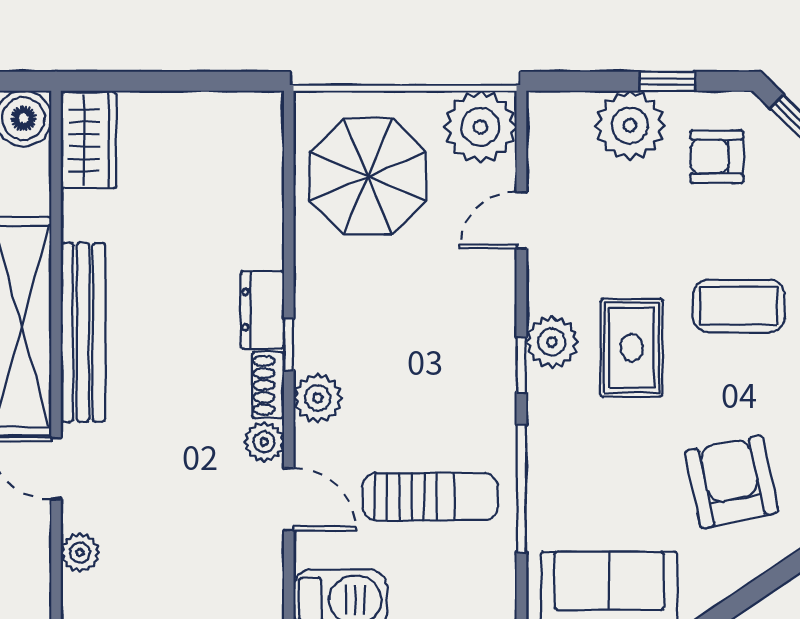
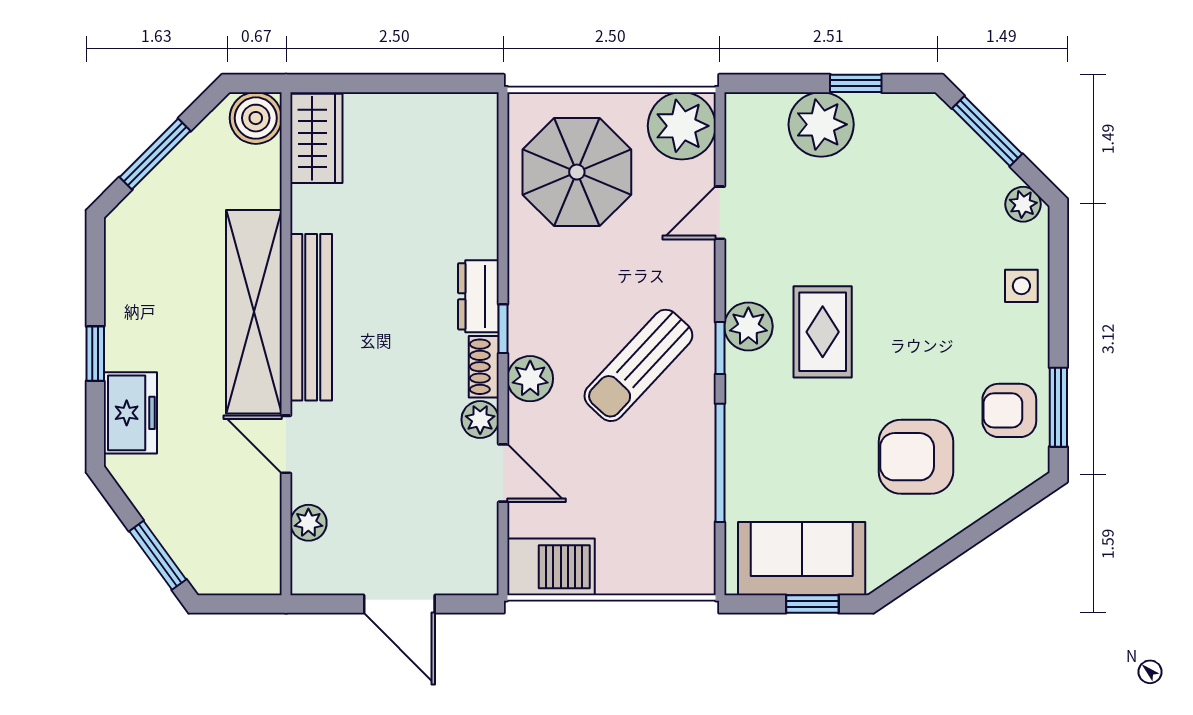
armchair: (717, 157) -> (902, 154), removed
coffee table: (739, 306) -> (923, 293), removed
armchair: (732, 482) -> (916, 457), turned -78
sun lounger: (430, 497) -> (638, 365), moved, turned 133

